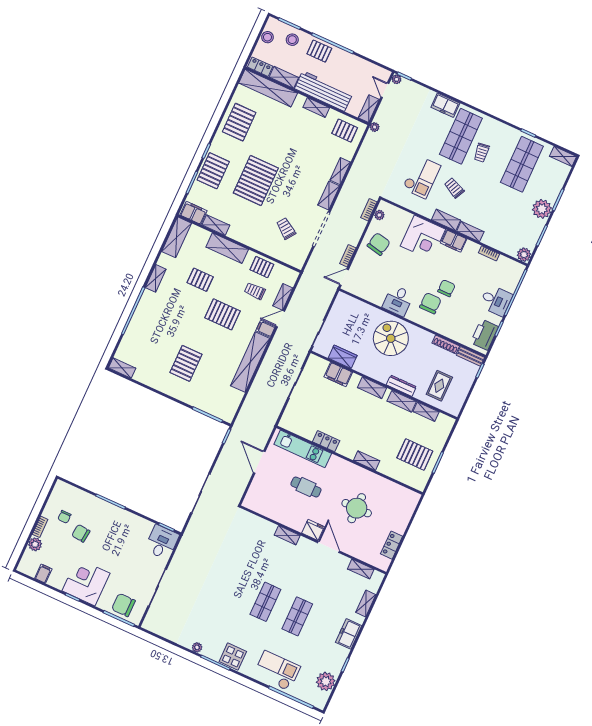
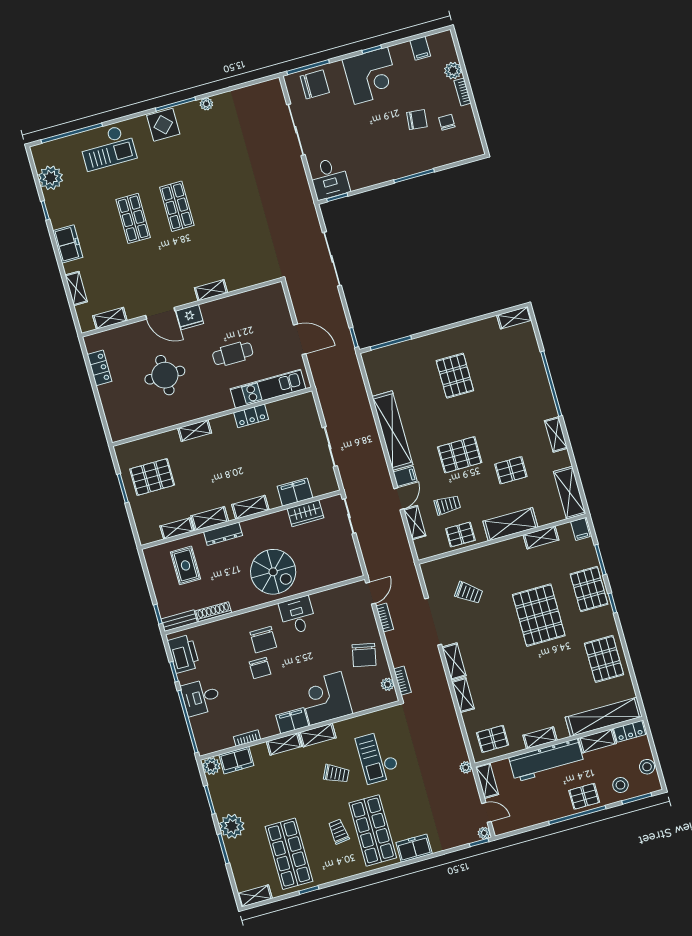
filing cabinet: (194, 213) -> (580, 529), width x0.50
freezer: (506, 246) -> (236, 760), added

